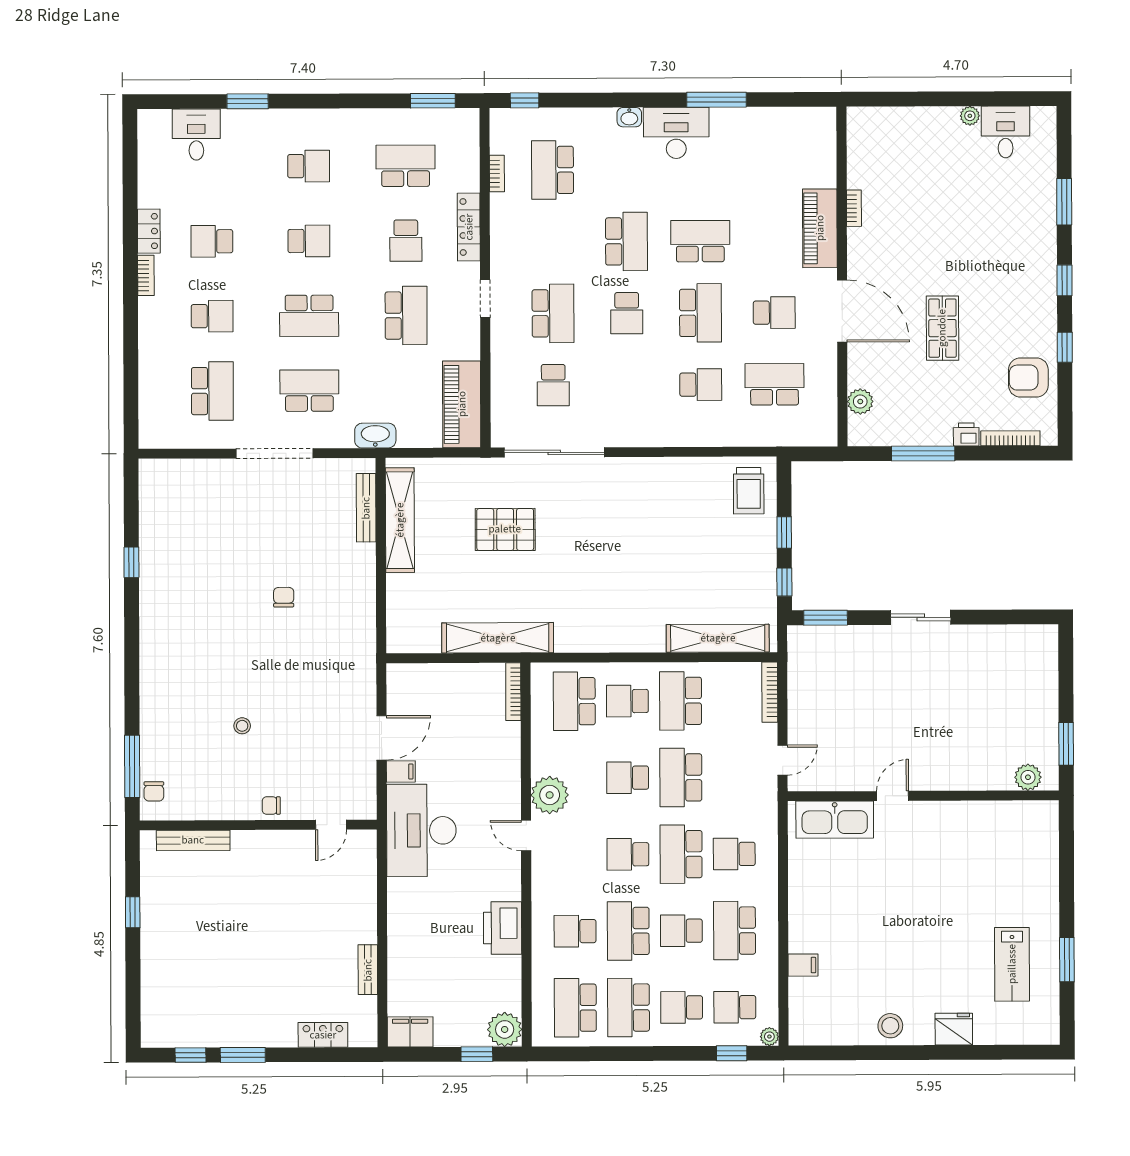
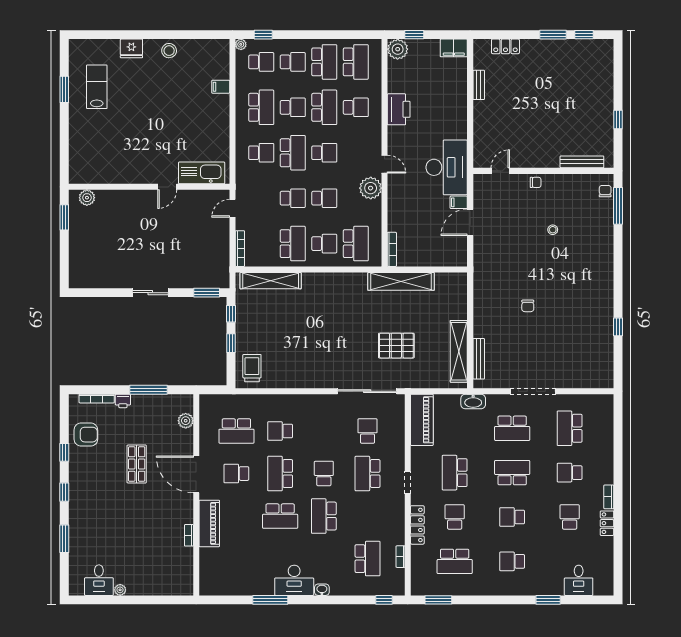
school desk: (212, 241) -> (570, 517), turned -90
school desk: (681, 777) -> (293, 198), width x0.54

